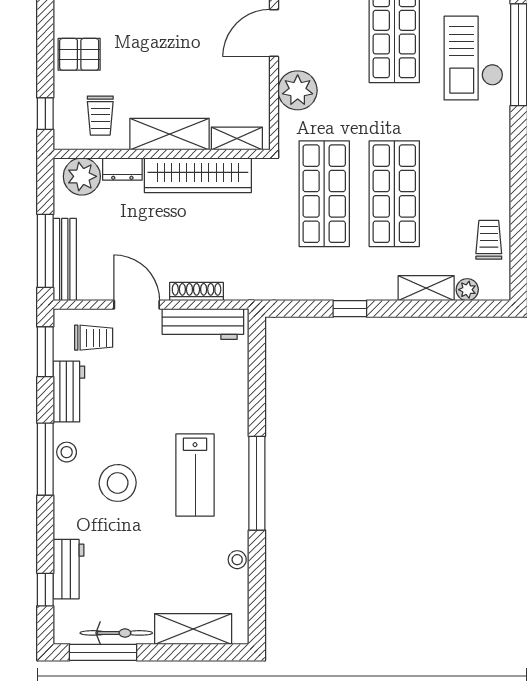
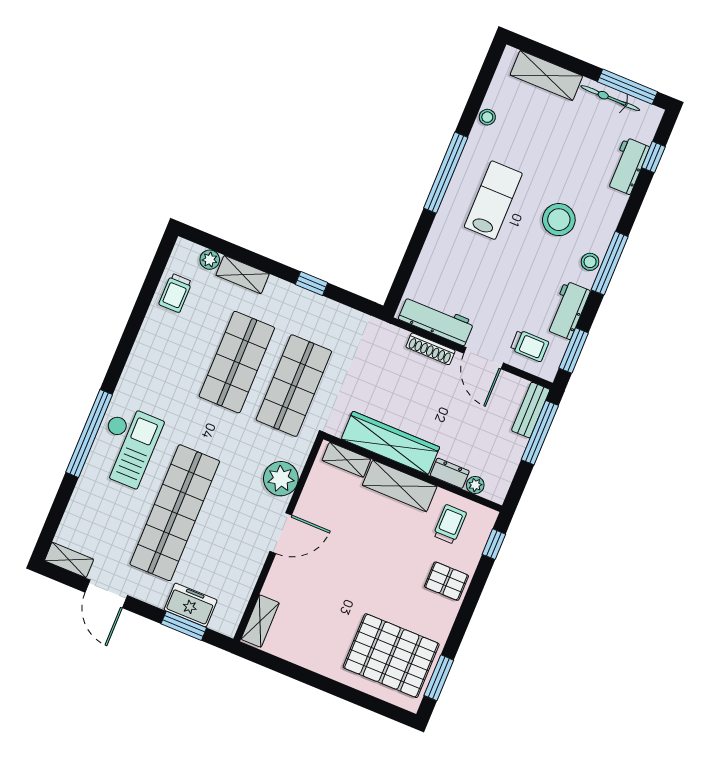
plant: (82, 176) -> (475, 485), width x0.53, depth x0.53
bench: (65, 260) -> (531, 410), width x0.73
trolley: (94, 338) -> (530, 346), turned 180

